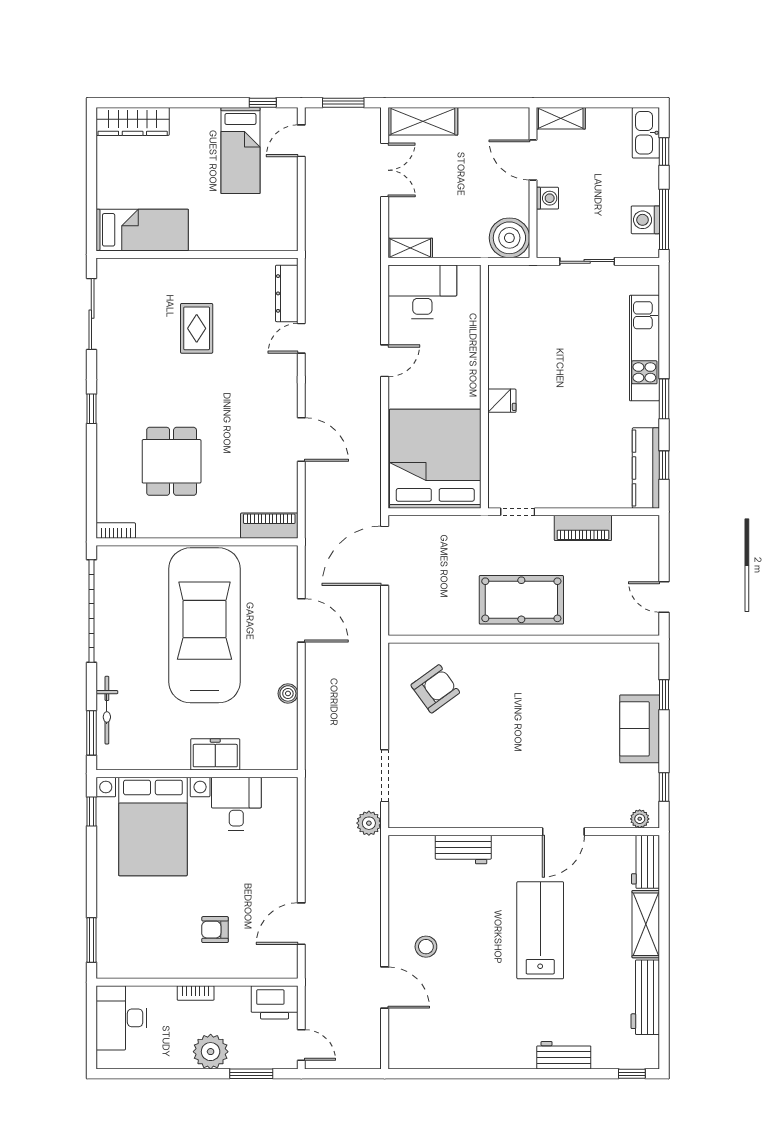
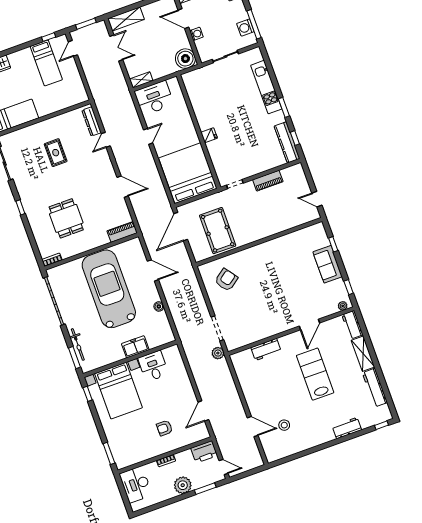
pool table: (521, 600) -> (218, 231), moved, turned 90
stool: (426, 947) -> (284, 425), moved

